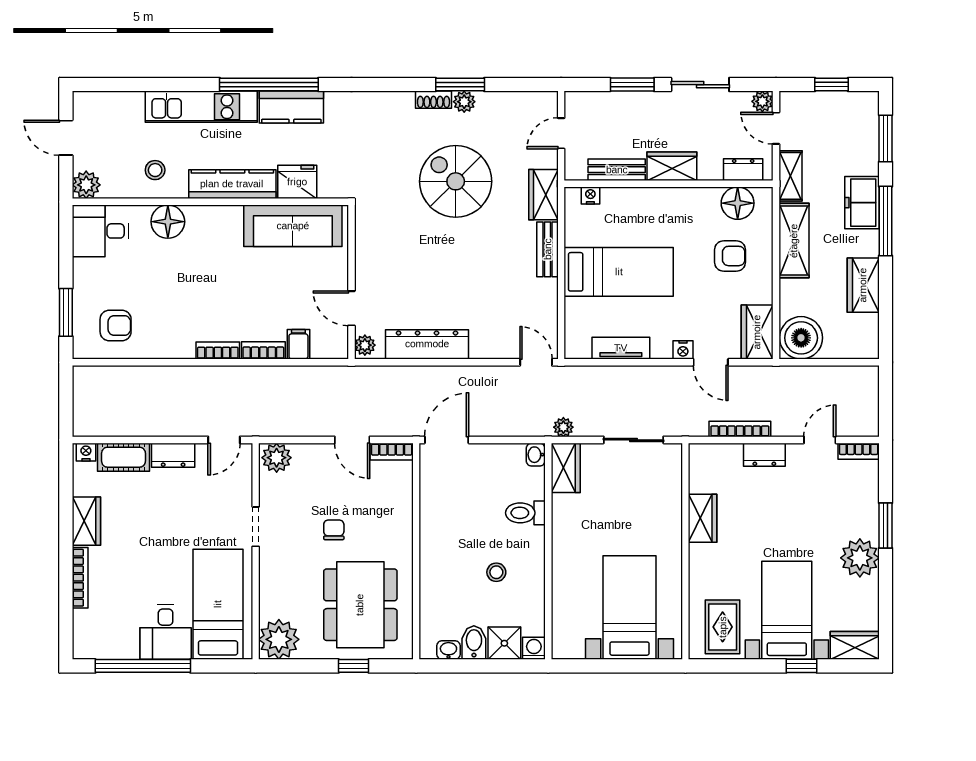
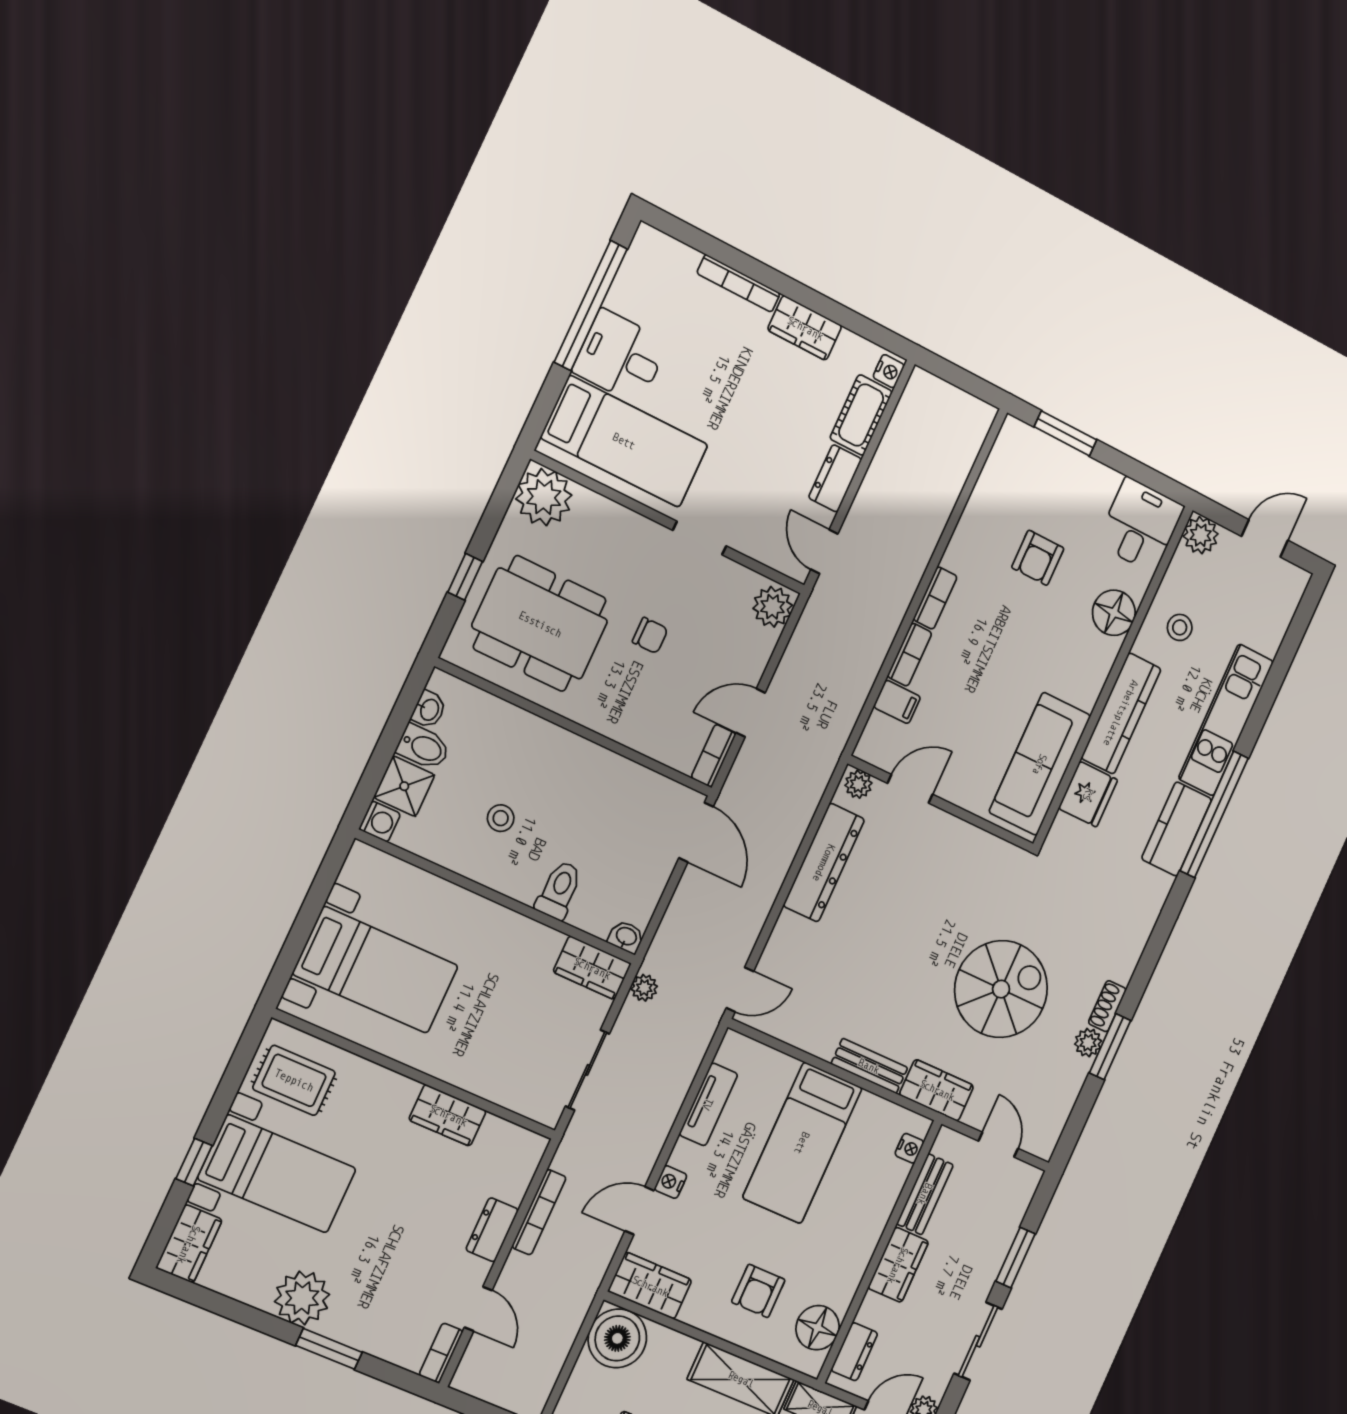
armchair: (116, 325) -> (1038, 558), moved

